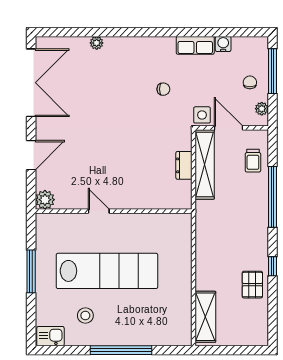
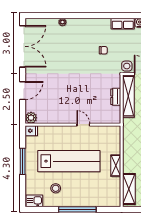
door: (99, 211) -> (83, 125), moved
fridge: (45, 221) -> (31, 131), added
shelving: (184, 278) -> (116, 166), added

